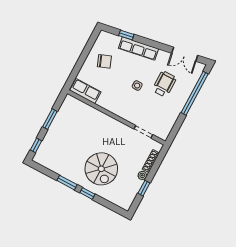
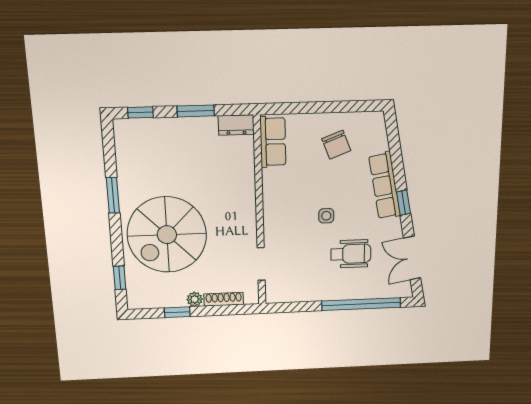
window: (126, 35) -> (404, 203), moved
dresser: (67, 104) -> (236, 125), added
spiral stairs: (101, 169) -> (167, 235), width x1.37, depth x1.37
window: (87, 193) -> (120, 278), moved

